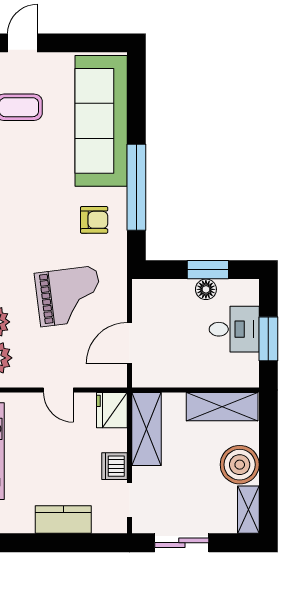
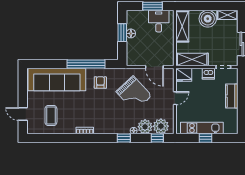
grand piano: (69, 296) -> (134, 94), turned 144
desk: (234, 329) -> (159, 21), moved

